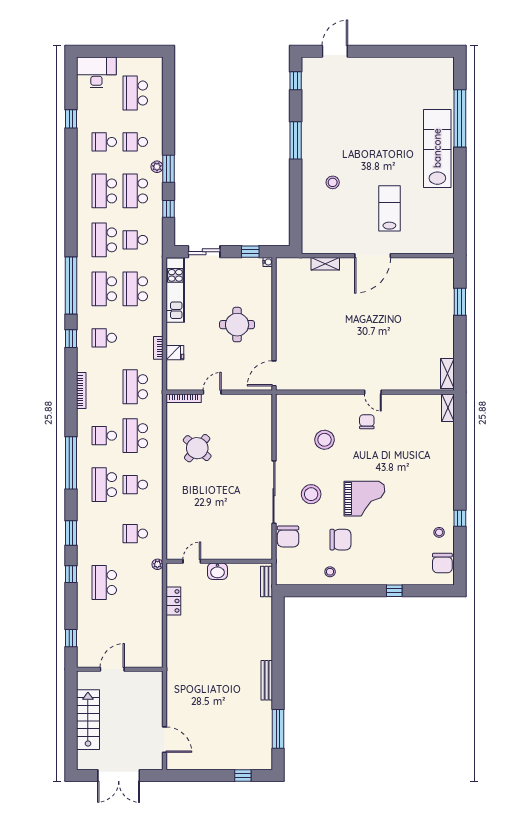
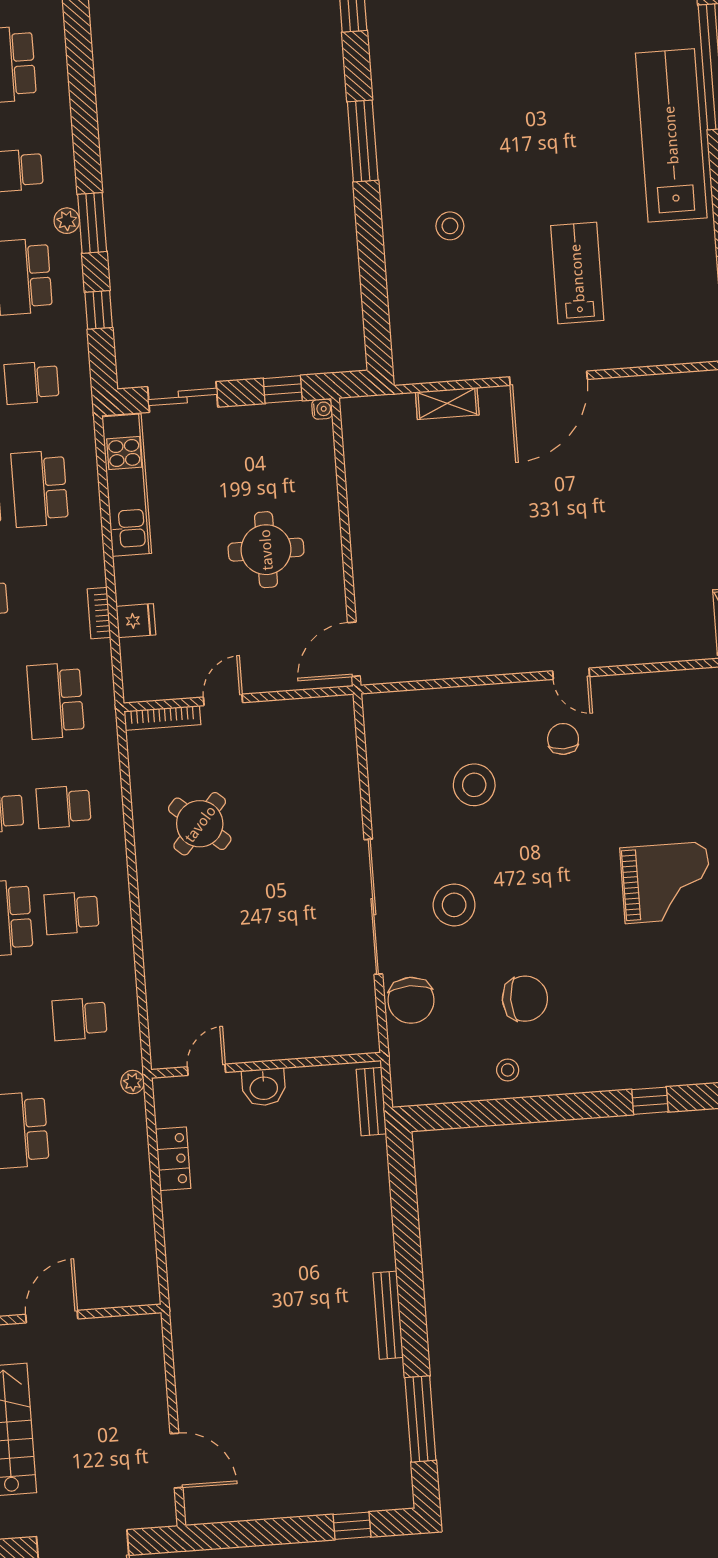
school desk: (135, 436) -> (64, 807), width x0.54
grand piano: (364, 499) -> (666, 883), moved

